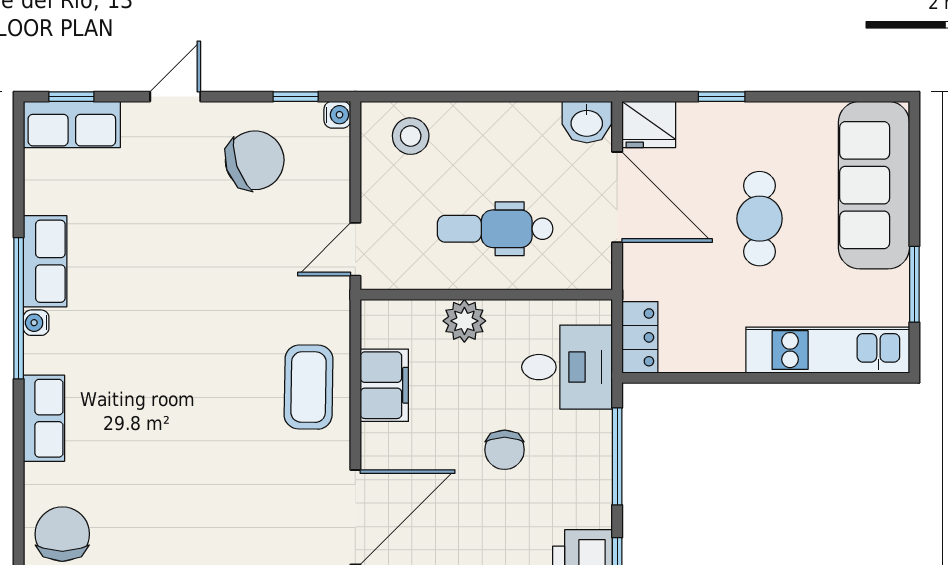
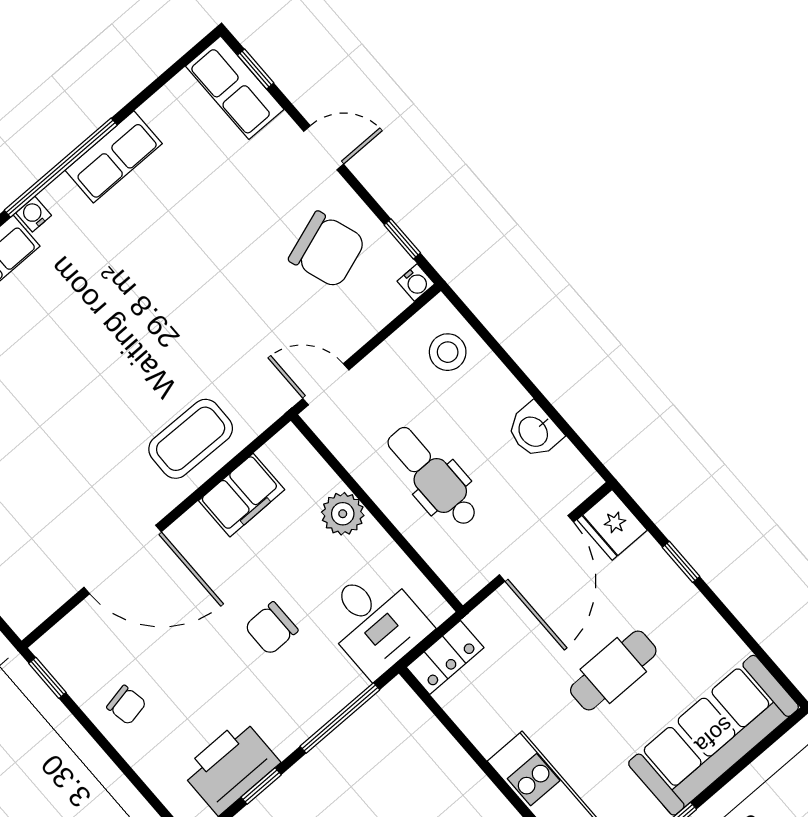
washbasin: (587, 122) -> (534, 431), moved
water cooler: (36, 323) -> (34, 214), moved

